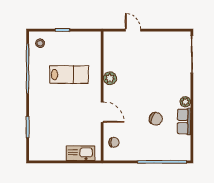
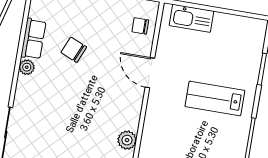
lab bench: (69, 75) -> (215, 98), moved
plant: (110, 78) -> (127, 140), moved

